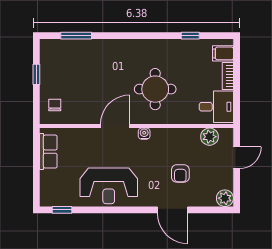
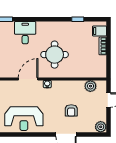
desk: (216, 107) -> (25, 33), moved, turned -90

